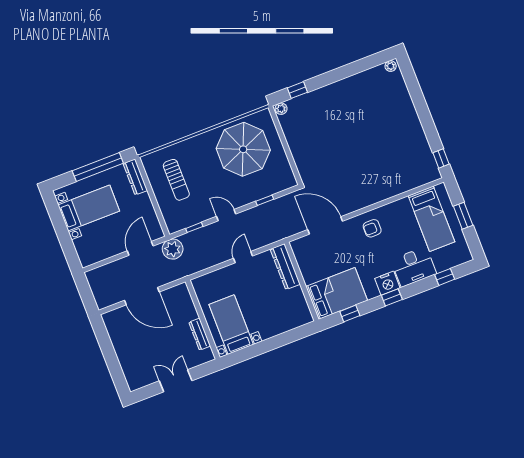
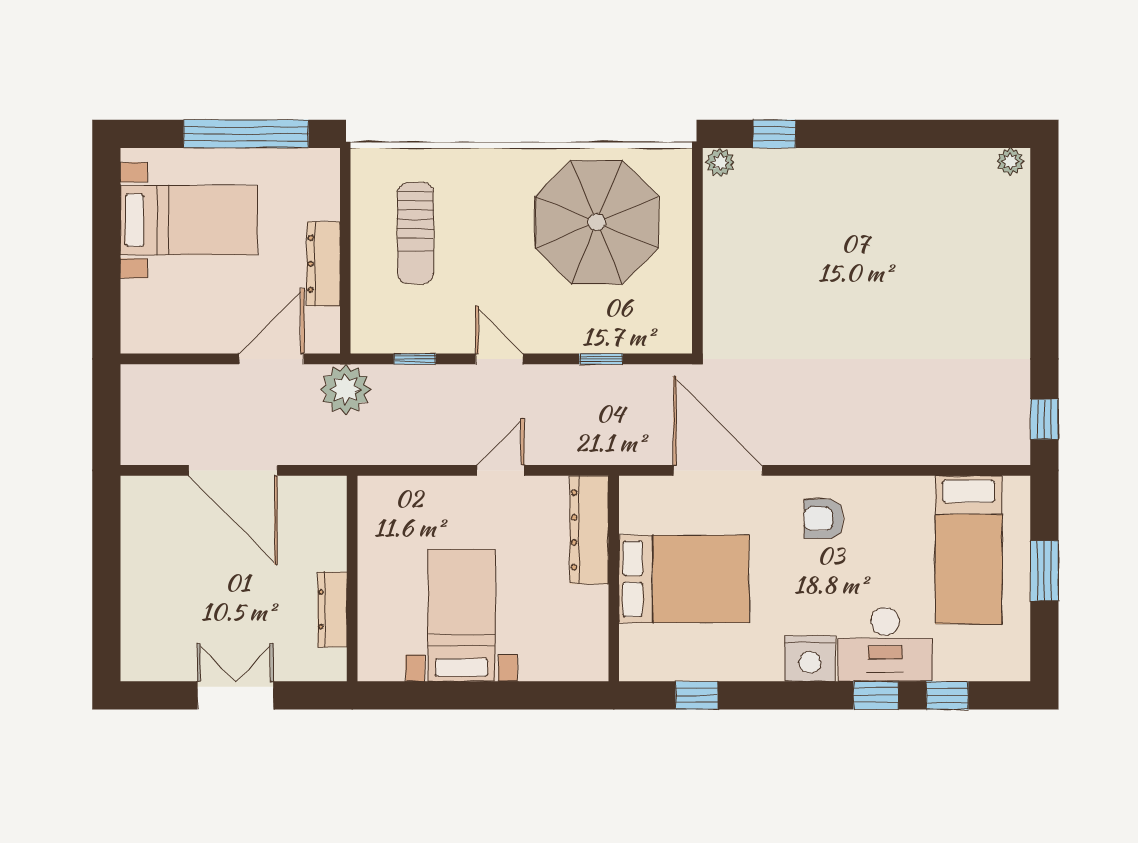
dresser: (135, 177) -> (324, 264), moved
bed: (337, 293) -> (684, 579), moved
window: (392, 297) -> (876, 695), moved
bed with nightstands: (231, 325) -> (462, 615), moved

